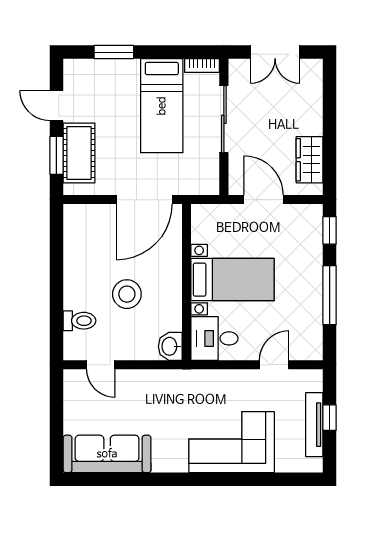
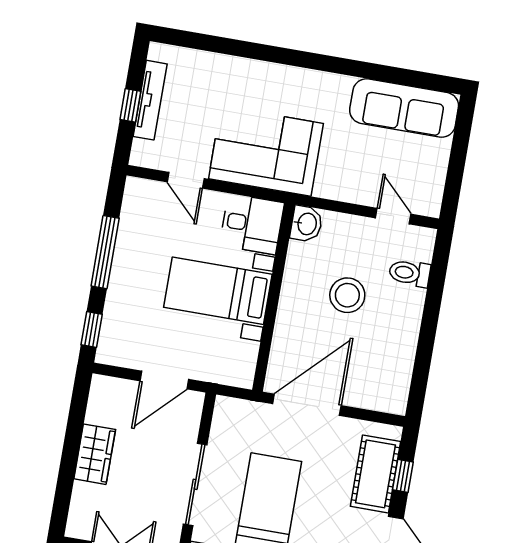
window: (56, 155) -> (403, 476), width x0.67
wardrobe: (310, 160) -> (95, 454), moved
door: (264, 200) -> (164, 380), hinge flipped
door: (274, 365) -> (186, 180), hinge flipped
corner sofa: (232, 442) -> (266, 151), moved, turned 180

